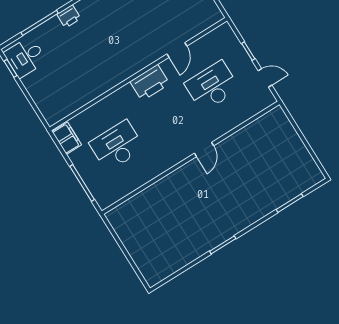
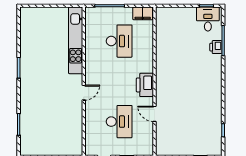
printer: (69, 16) -> (216, 47), moved
door: (204, 150) -> (84, 93), swing flipped
kitchen unit: (148, 198) -> (76, 40), added

